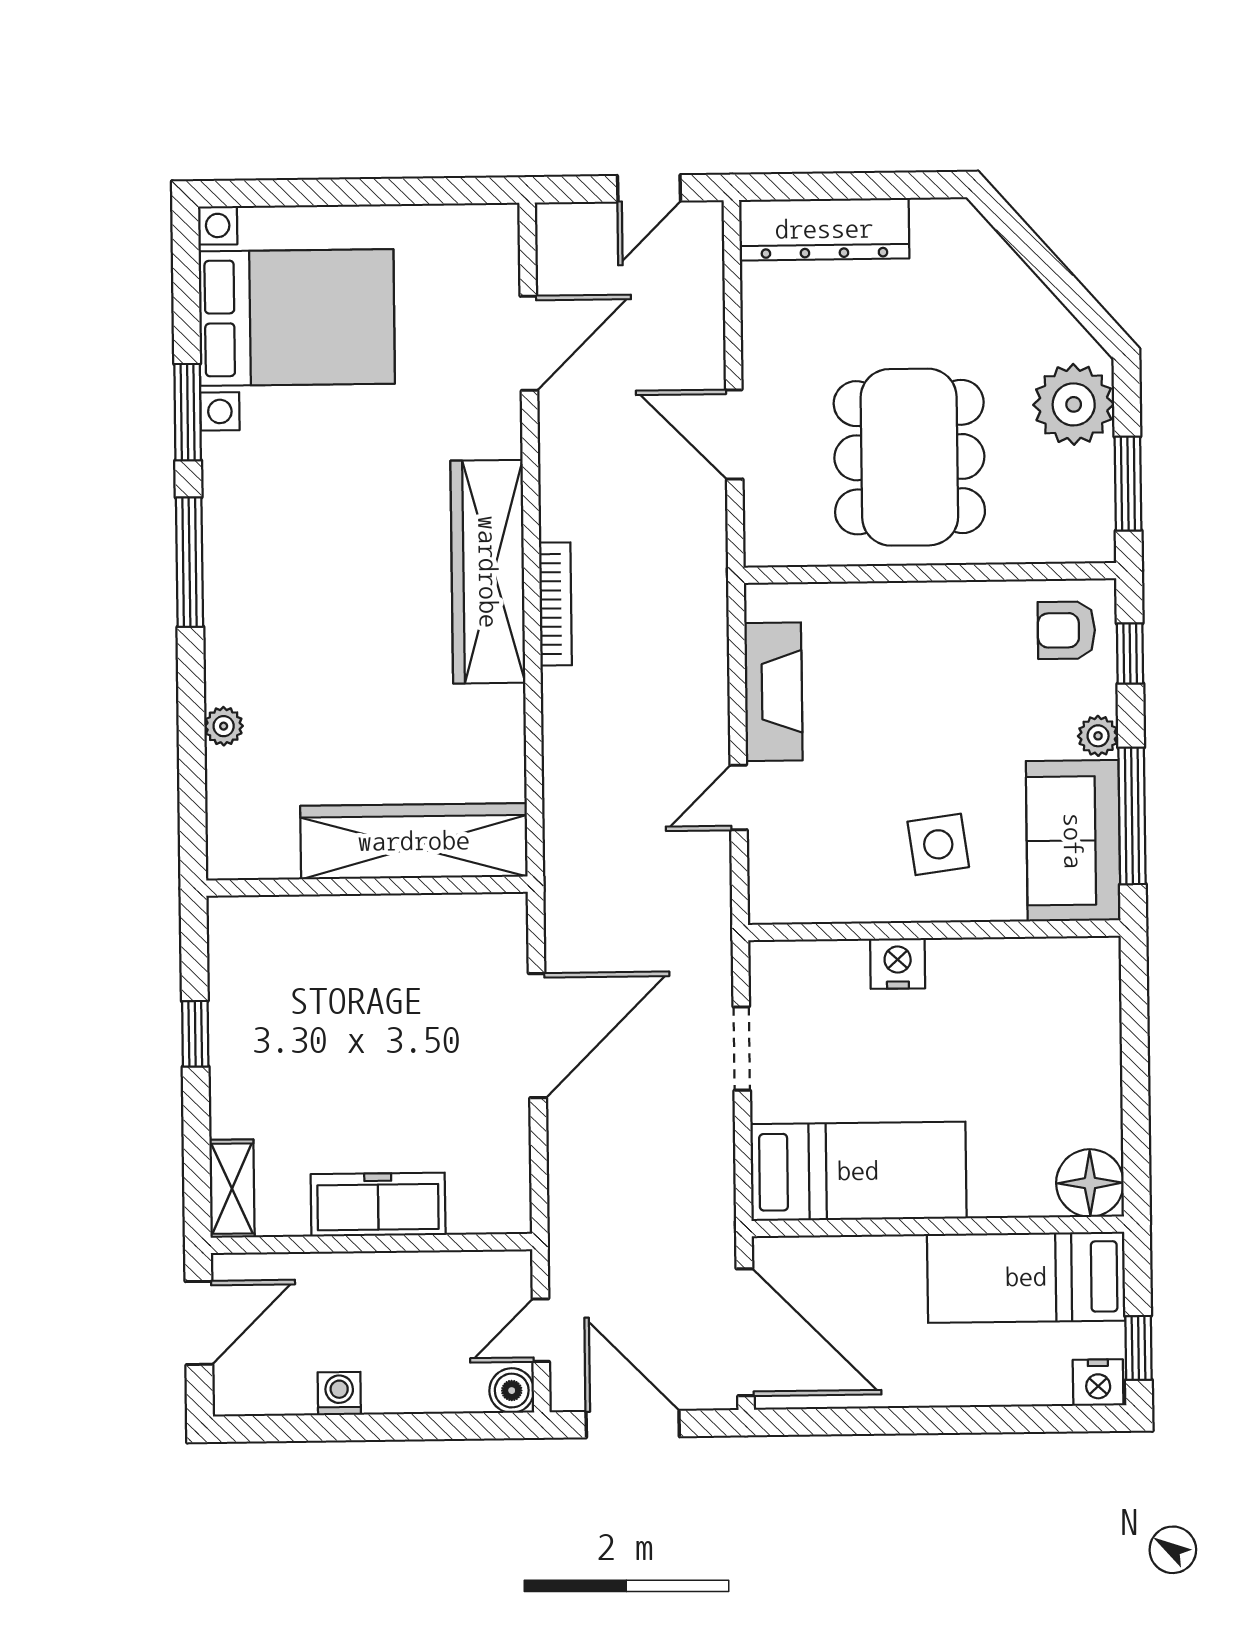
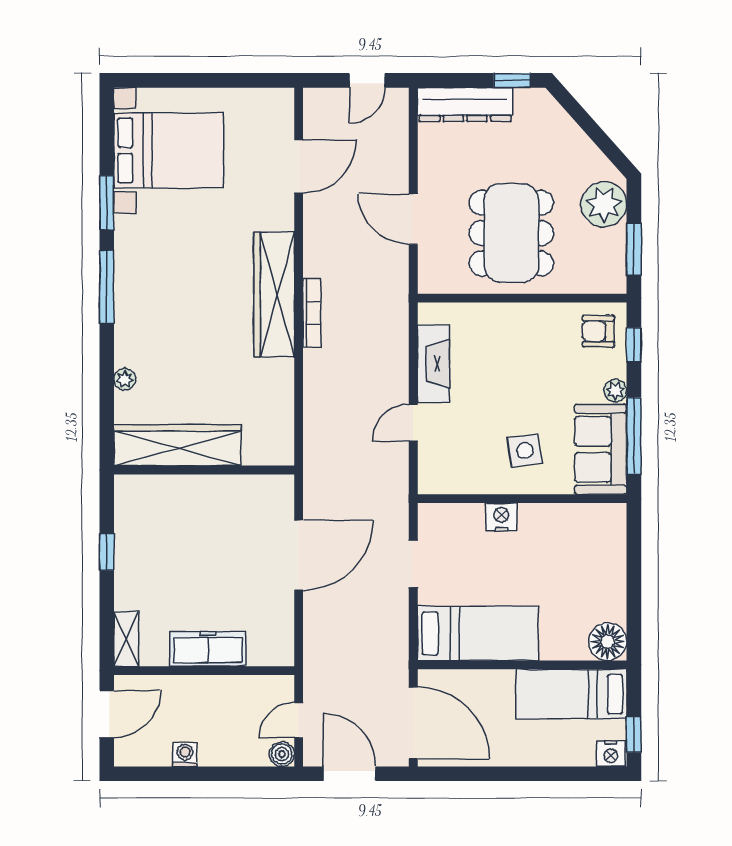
window: (907, 185) -> (512, 80), added
wardrobe: (414, 841) -> (177, 445), moved

